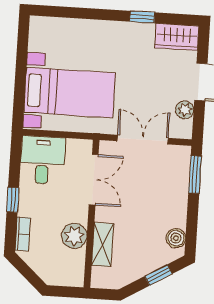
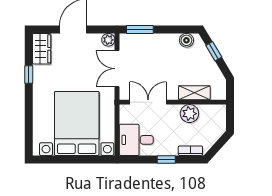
bed with nightstands: (70, 93) -> (77, 123), width x1.36
plant: (185, 110) -> (108, 40), moved

